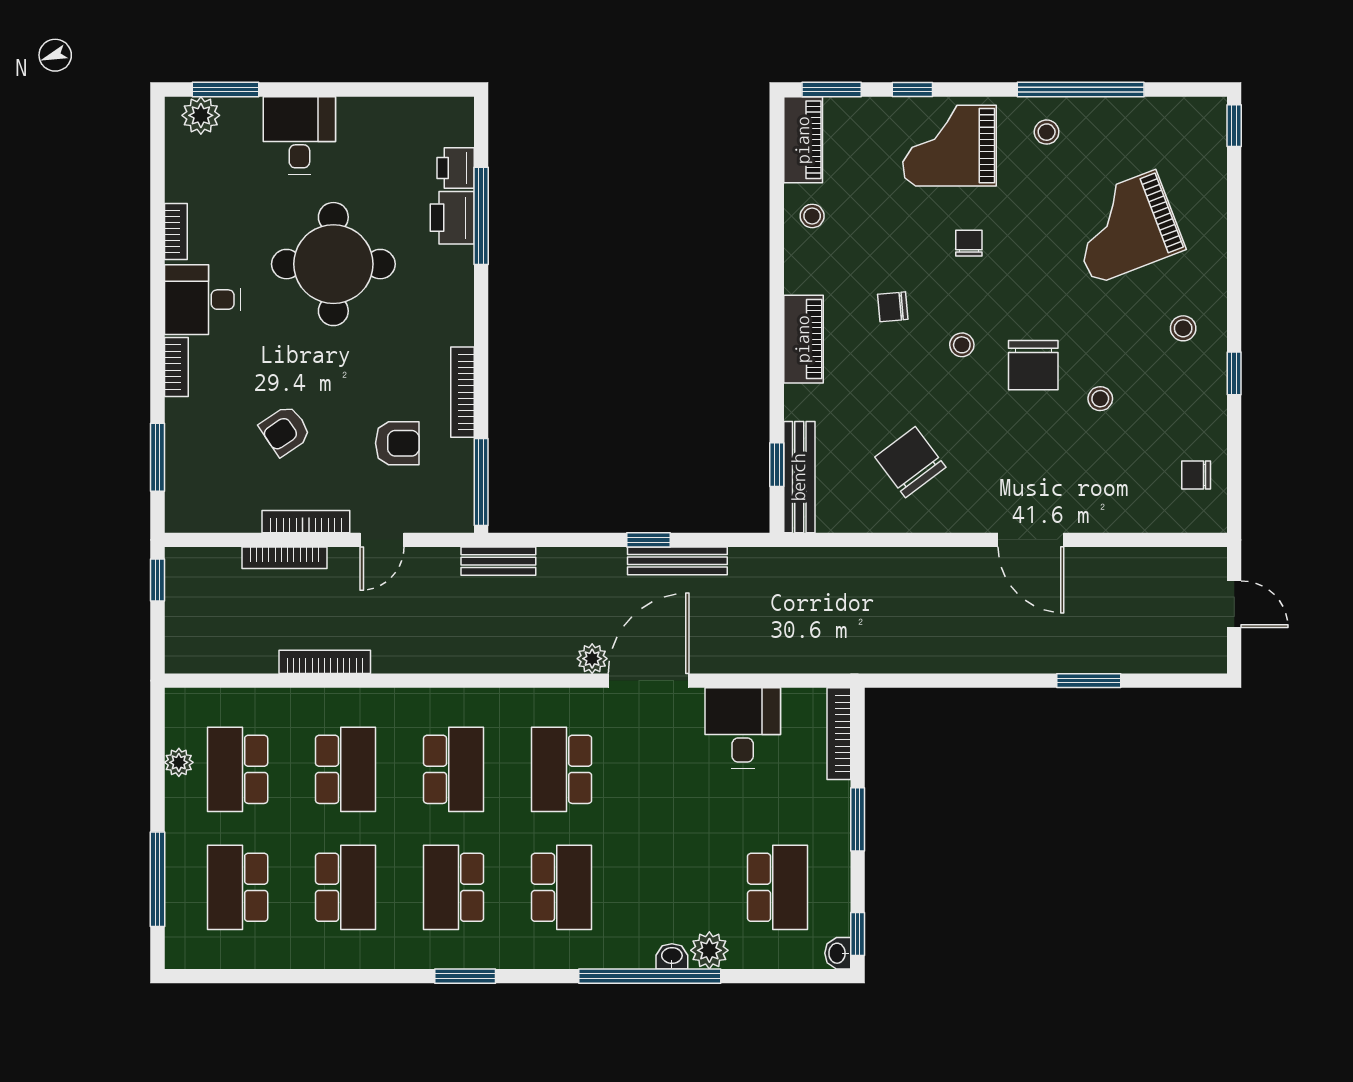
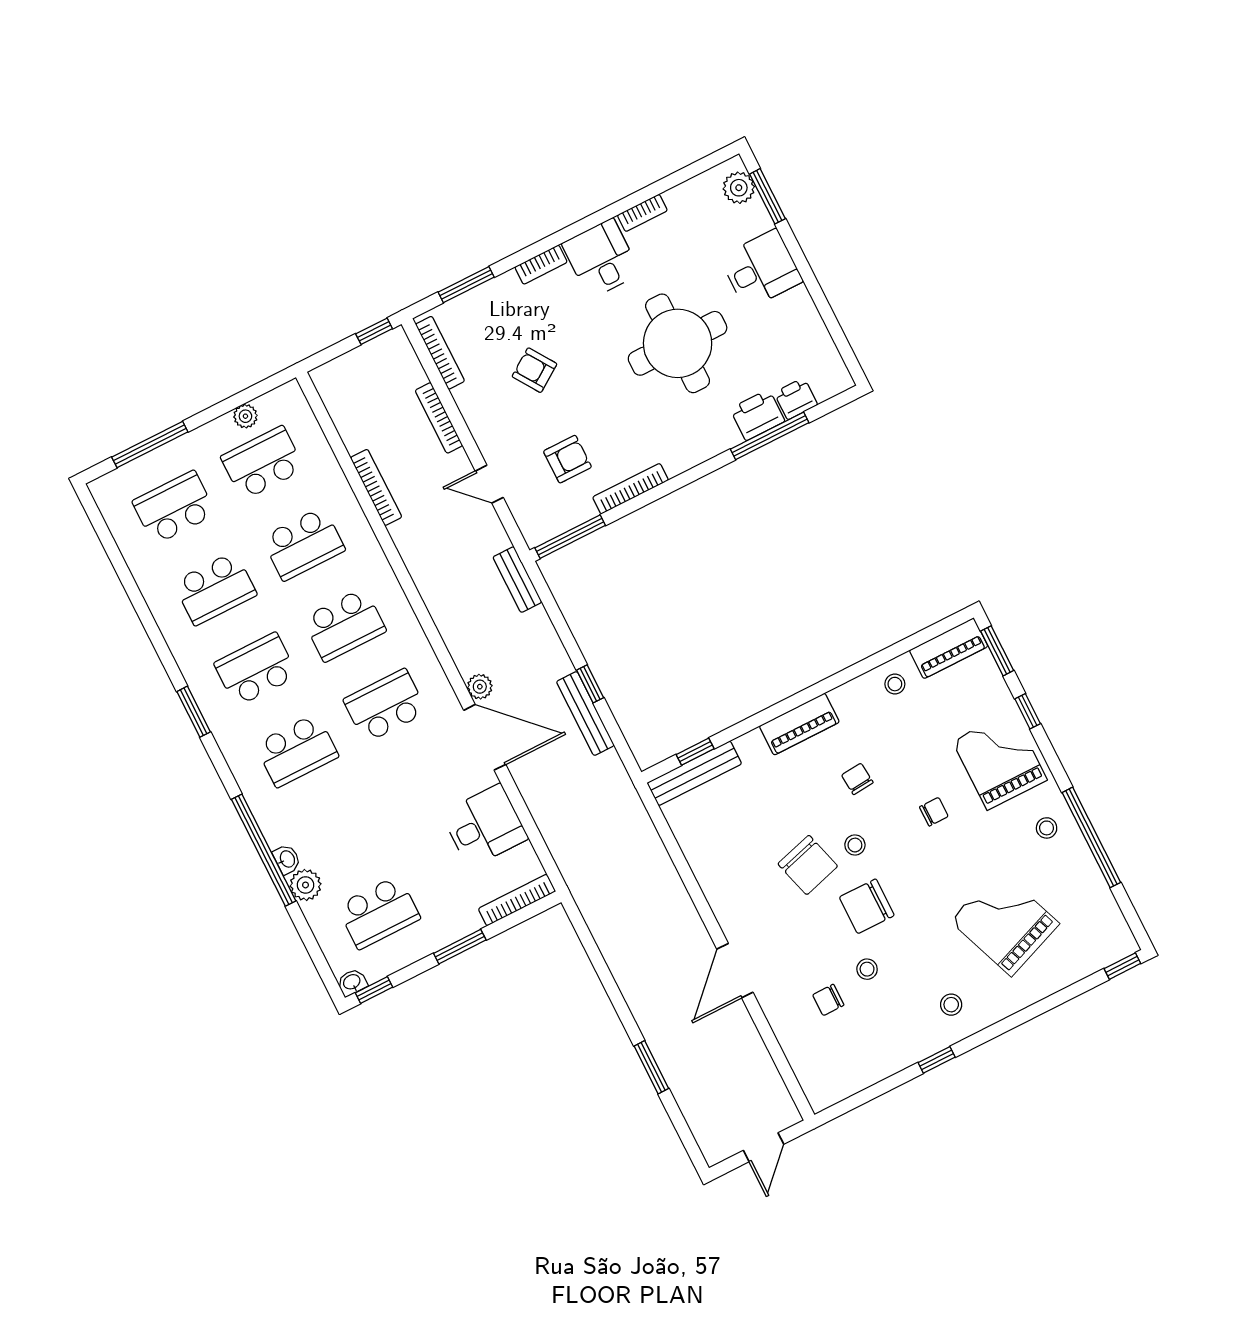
armchair: (397, 443) -> (567, 459), turned -90
chair: (910, 462) -> (808, 865), moved, turned 111
chair: (1196, 475) -> (828, 1000), moved, turned -90
bookcase: (306, 522) -> (440, 353), moved

